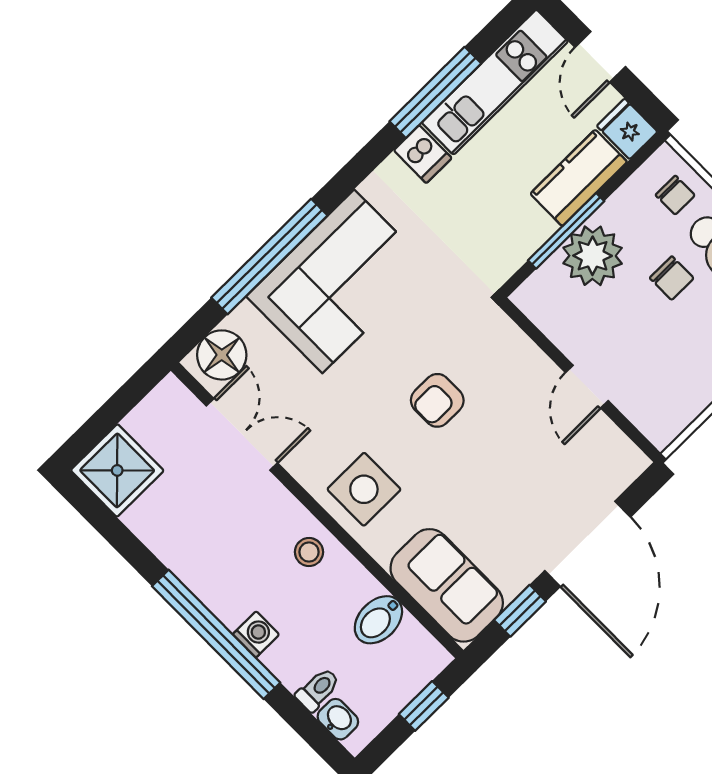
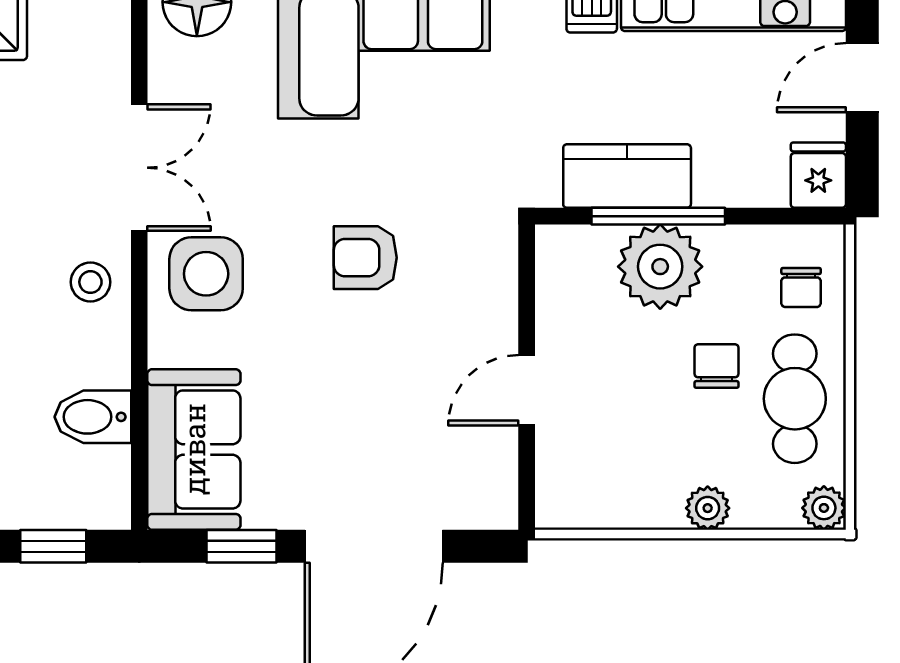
kitchen counter: (579, 178) -> (627, 176), moved
chair: (672, 278) -> (716, 366), turned 180
double door: (242, 434) -> (139, 168), moved

